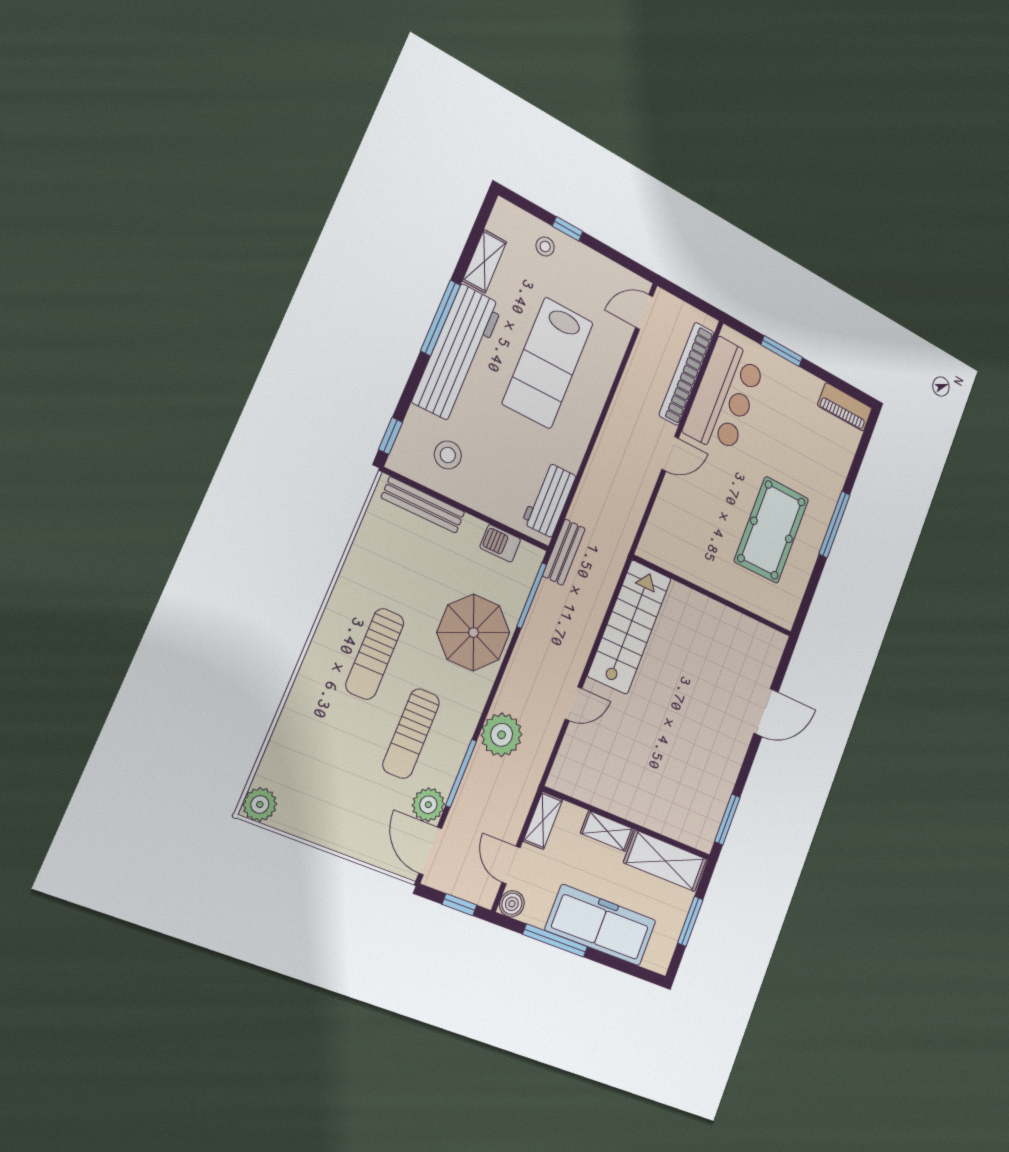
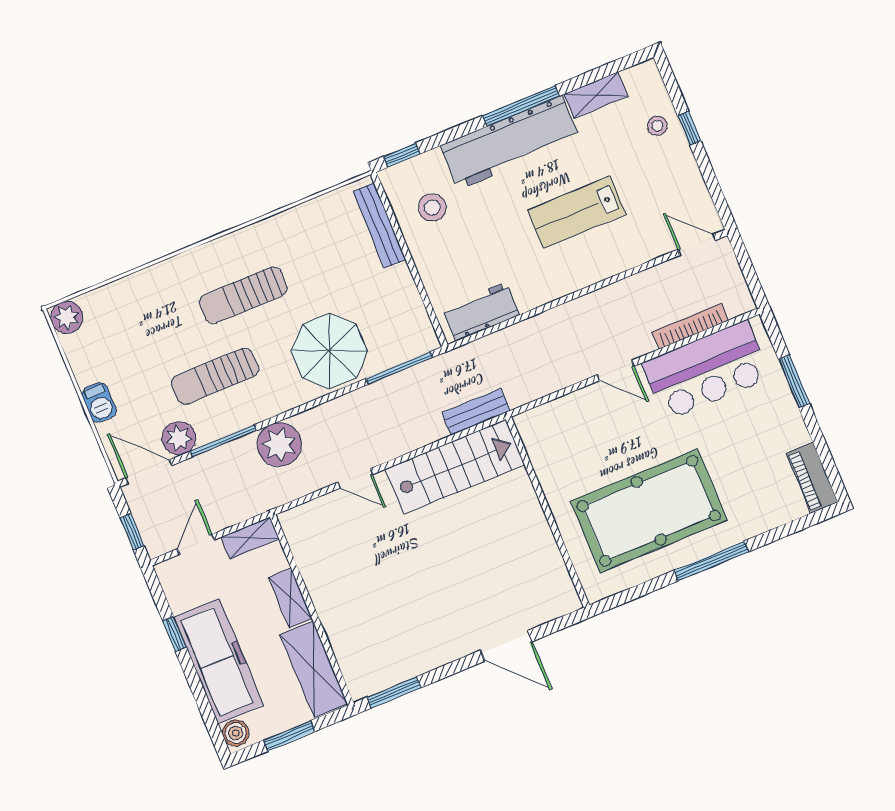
lab bench: (548, 363) -> (577, 212), width x0.73, depth x0.72
bookcase: (687, 374) -> (690, 326), width x0.68, depth x0.76
pool table: (771, 530) -> (649, 511), width x1.36, depth x1.32
barbecue: (500, 543) -> (99, 402), moved, turned 180
bench: (564, 552) -> (476, 412), moved
door: (430, 851) -> (149, 472), hinge flipped
boiler: (512, 904) -> (236, 733), moved
window: (555, 941) -> (174, 634), width x0.46

